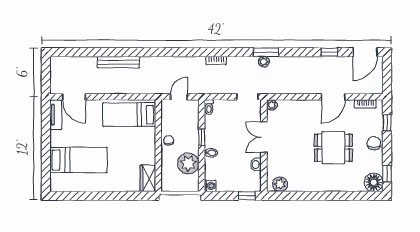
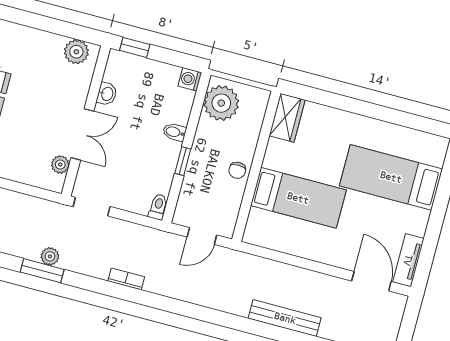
plant: (272, 105) -> (60, 165), moved
bed: (129, 115) -> (298, 198), moved
plant: (188, 163) -> (221, 103), moved

